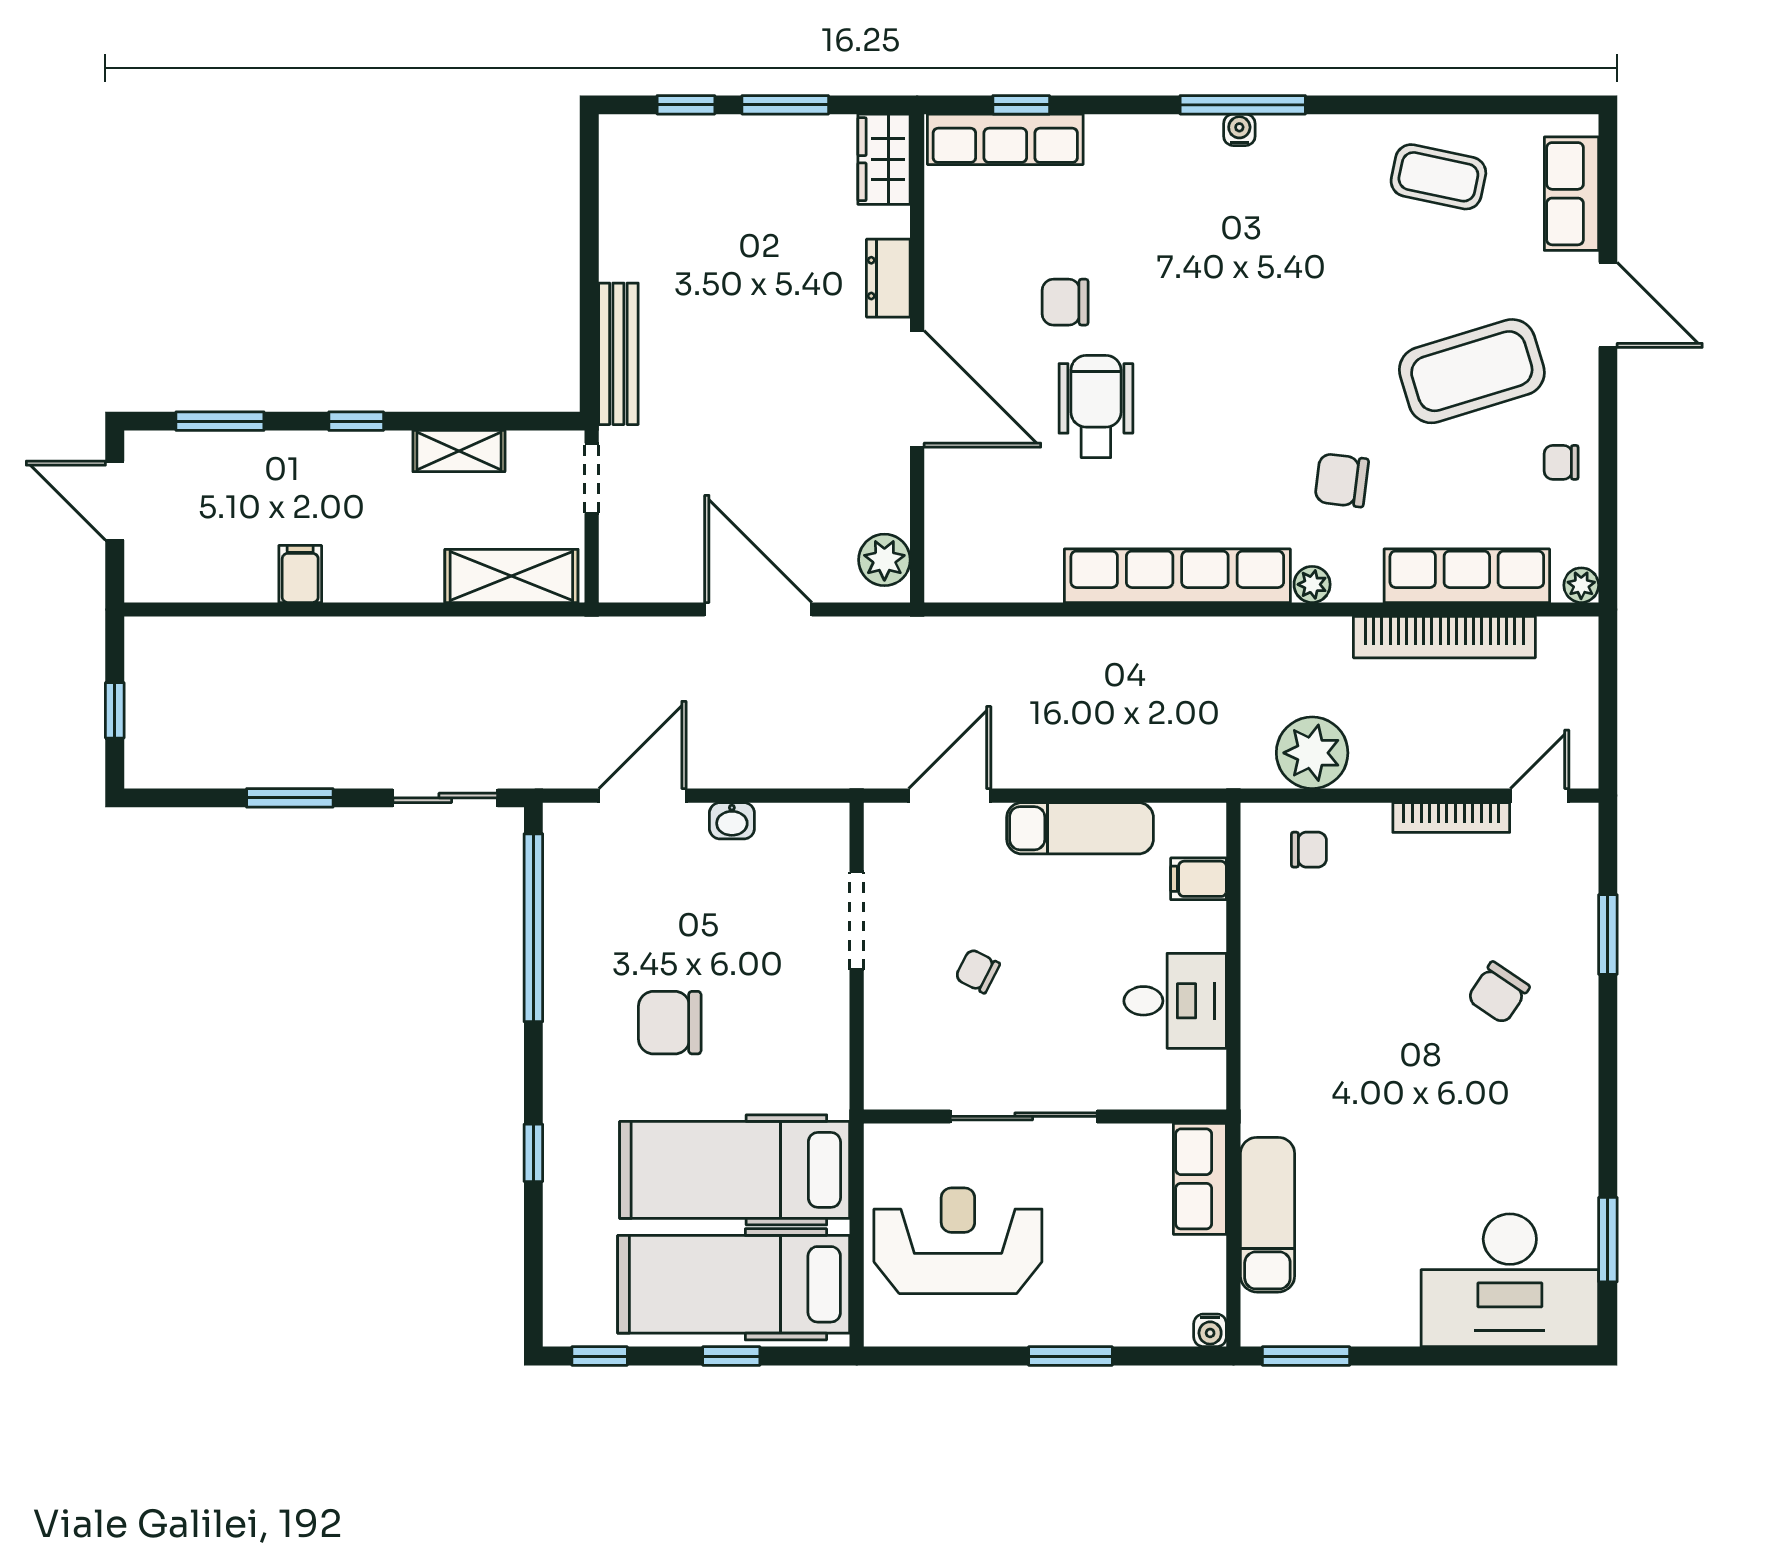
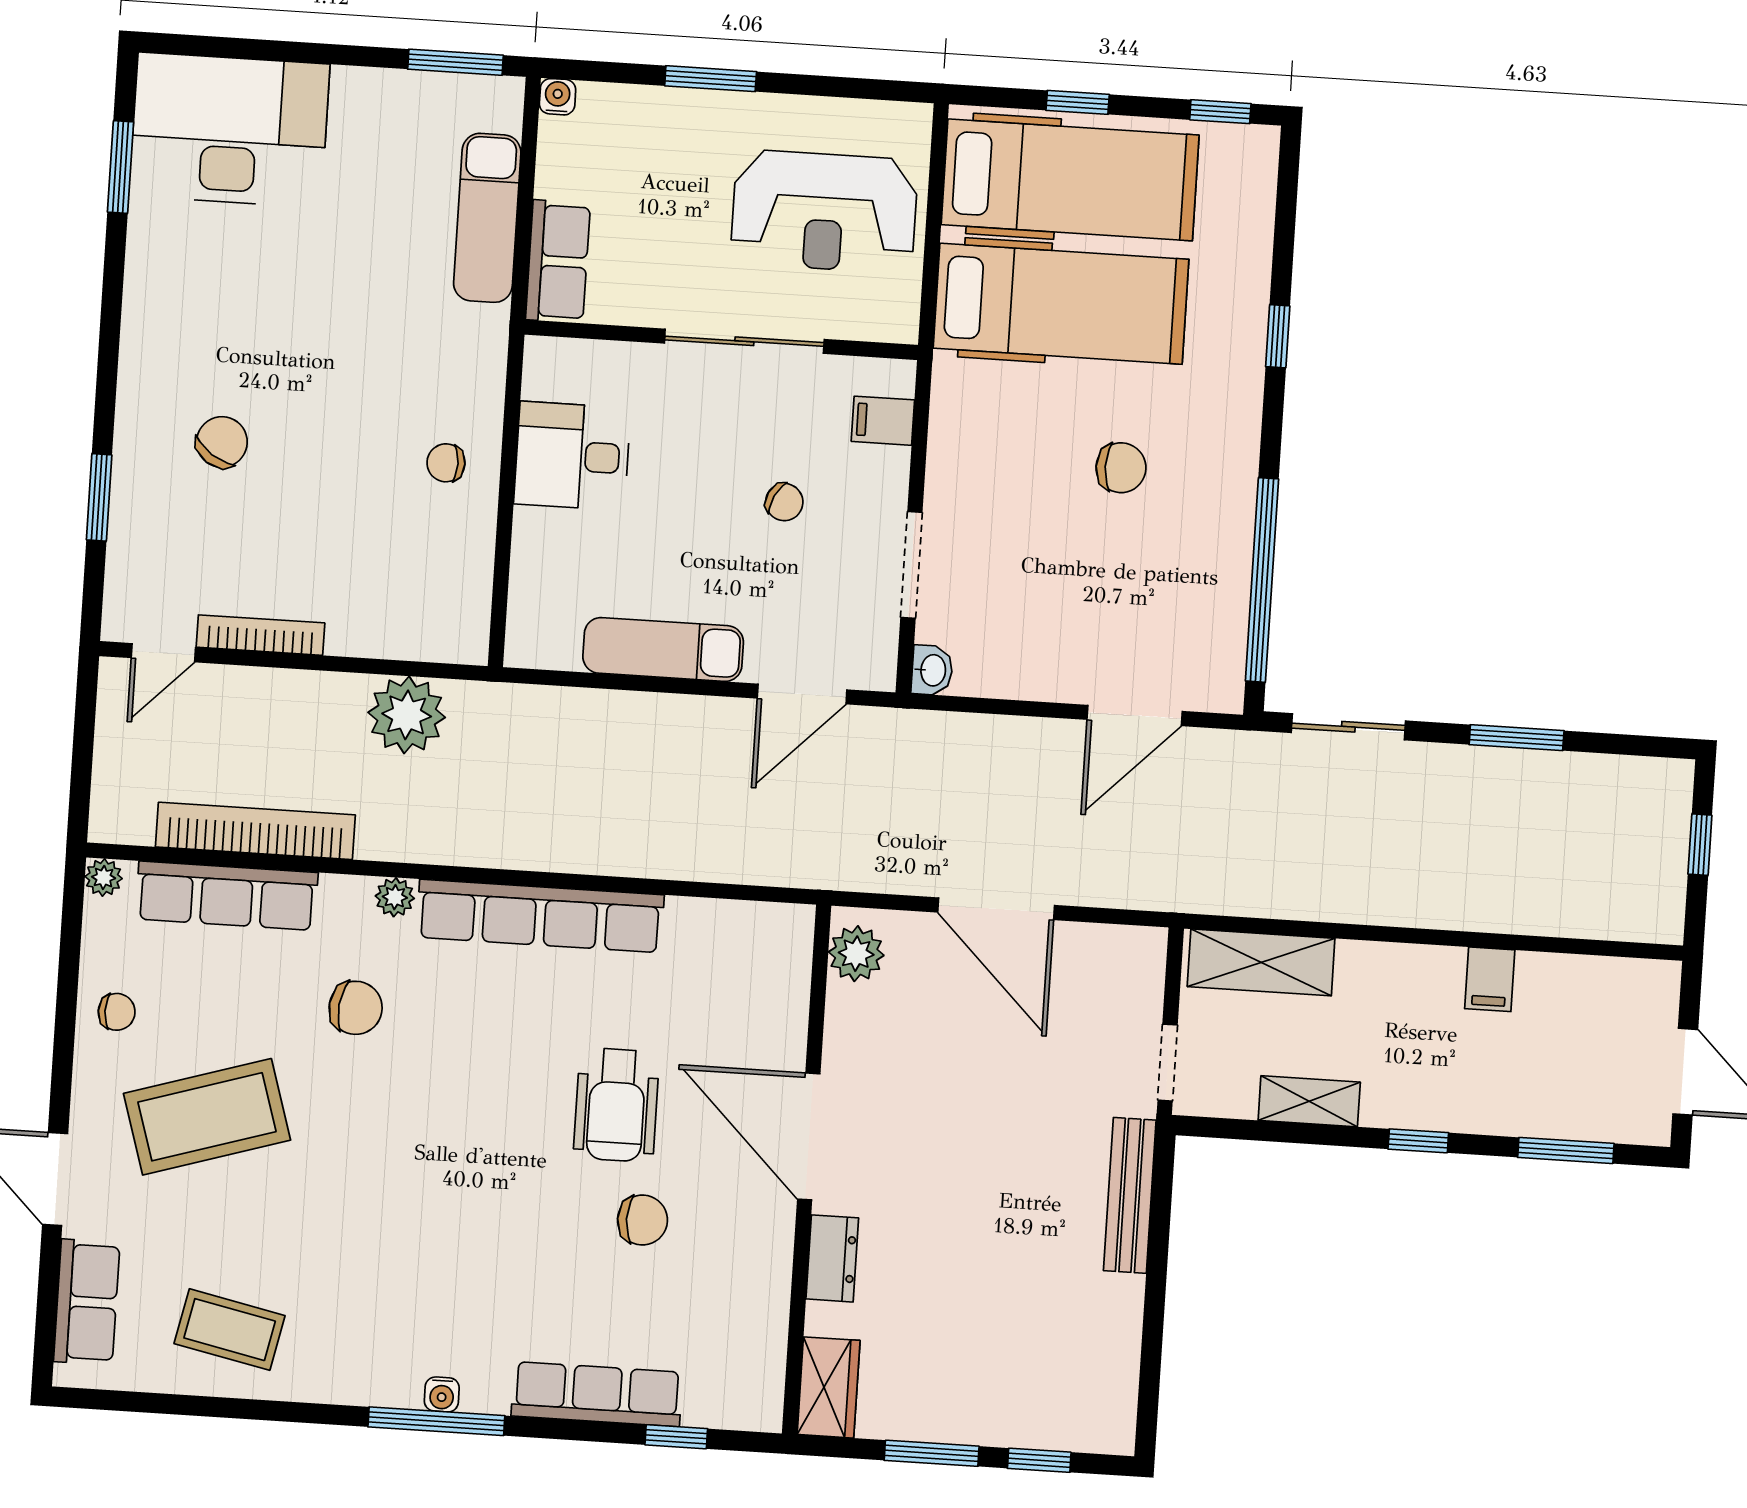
row of seats: (1005, 139) -> (597, 1394), moved
washbasin: (732, 821) -> (932, 670), moved, turned 90
chair: (1309, 850) -> (446, 463), moved
filing cabinet: (1199, 879) -> (883, 421), moved, turned 180
chair: (670, 1023) -> (1121, 468), width x0.73, depth x0.73

